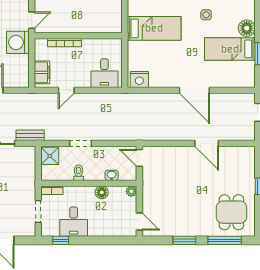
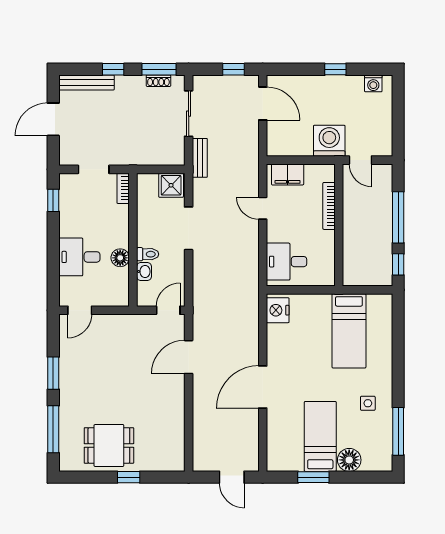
doorway: (81, 143) -> (189, 228), width x1.38
door: (207, 143) -> (189, 357), moved
toilet: (79, 173) -> (148, 254), moved
plant: (131, 191) -> (122, 299), removed
dining table: (231, 212) -> (109, 445), moved
desk: (74, 222) -> (79, 257), moved

